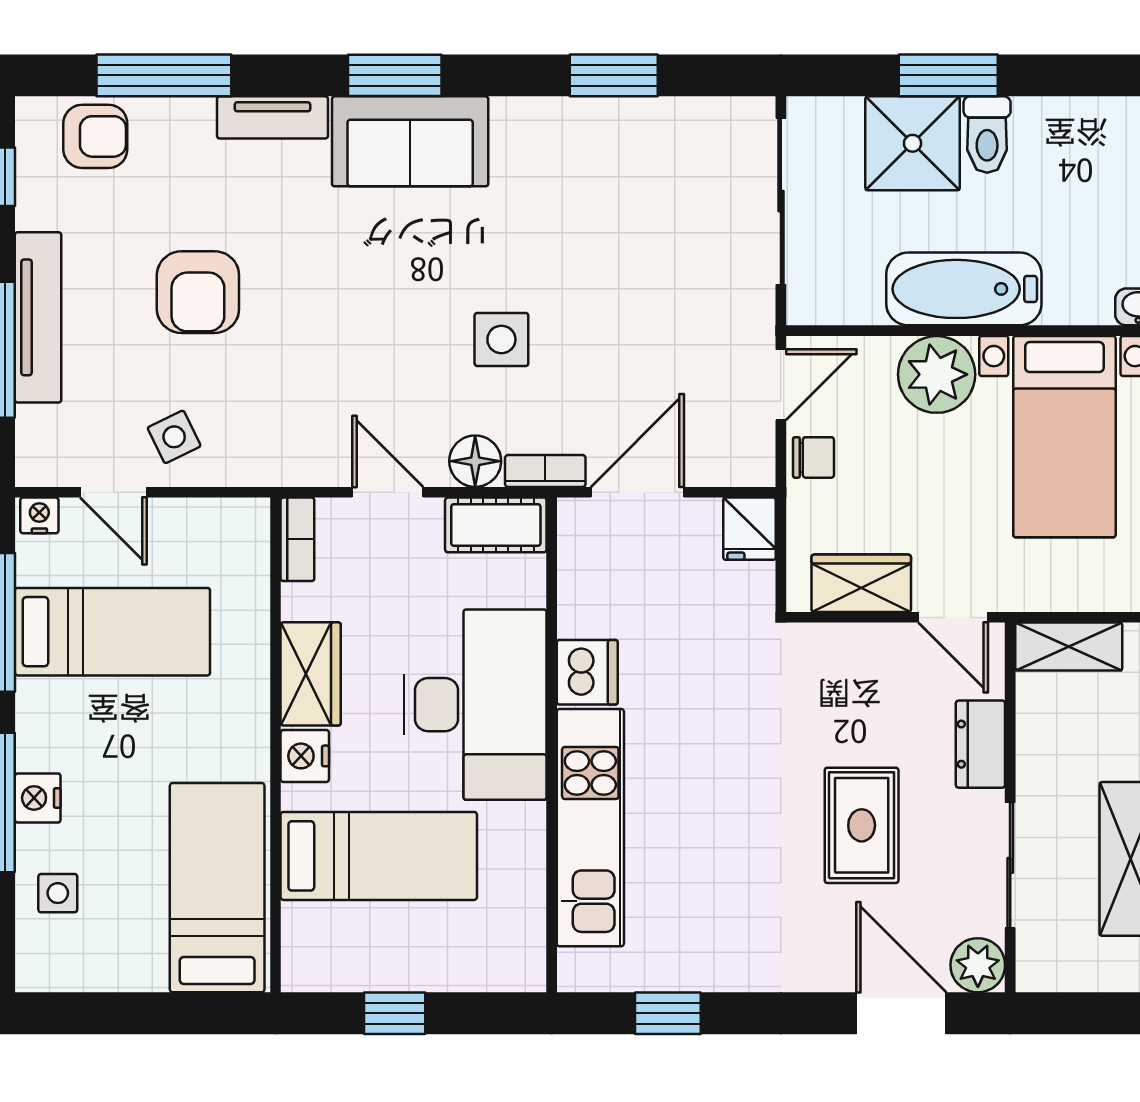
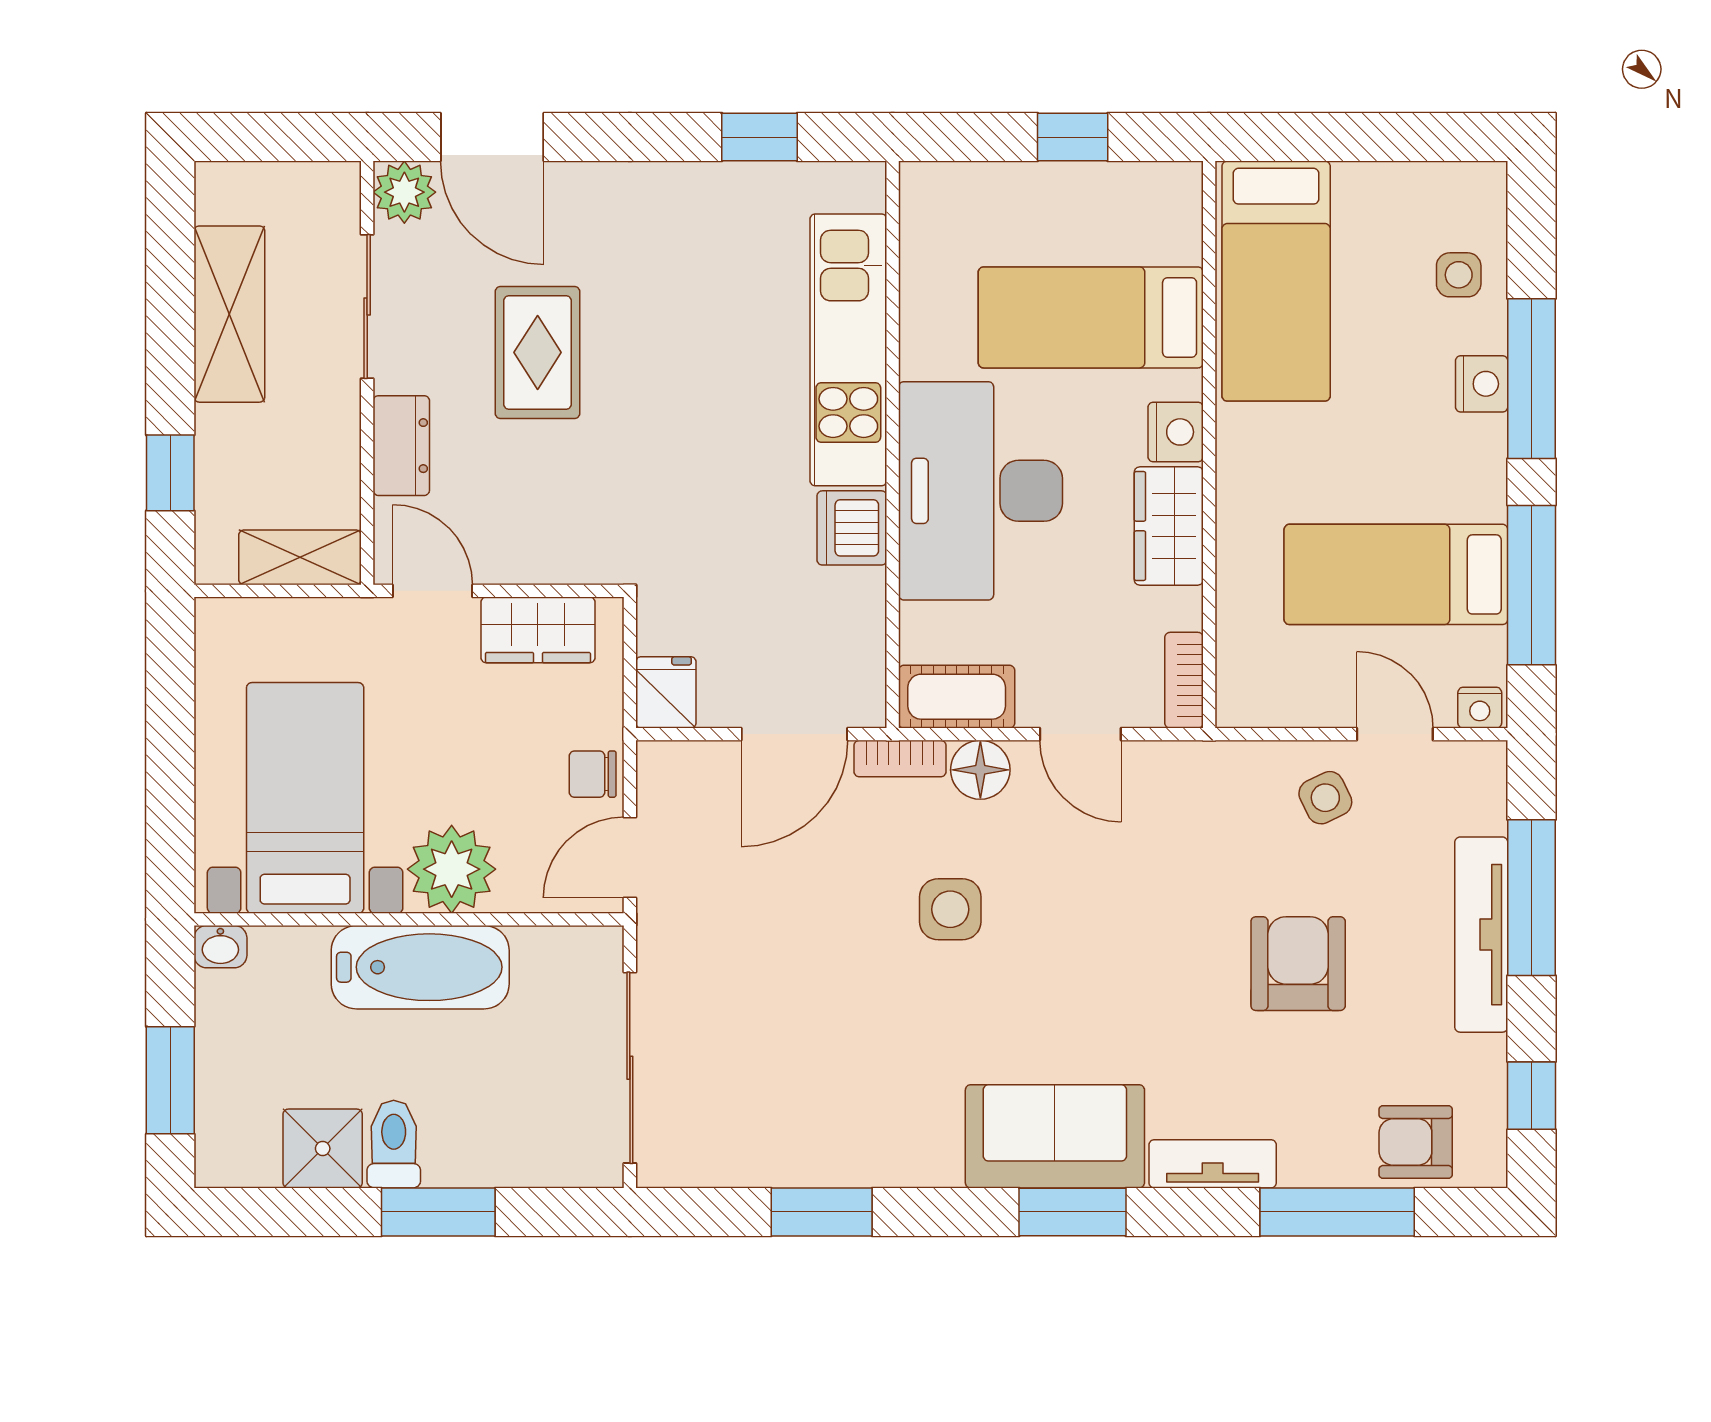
shower: (913, 143) -> (323, 1148), moved, width x0.73, depth x0.73

